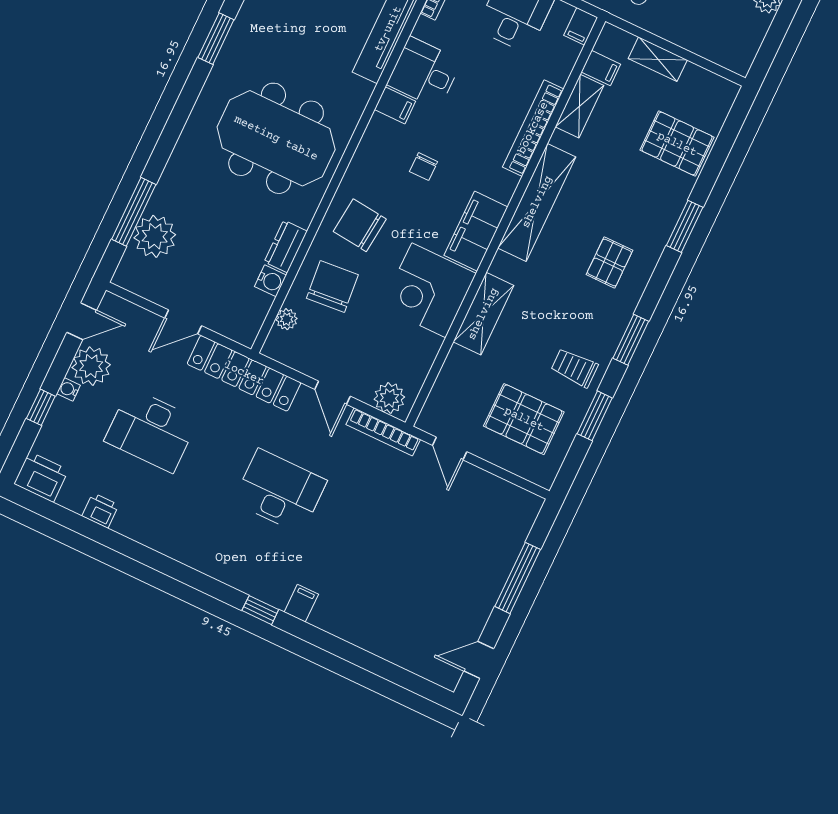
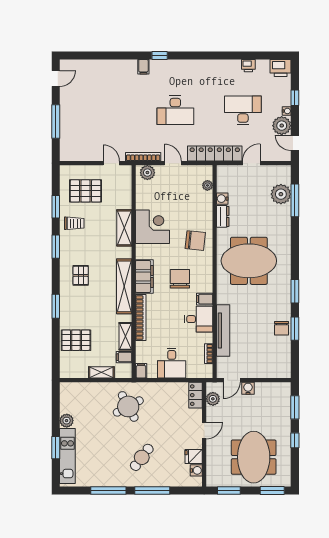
chair: (424, 167) -> (180, 279), width x1.87, depth x1.87
filing cabinet: (476, 231) -> (144, 276), moved
chair: (332, 287) -> (195, 209), removed
door: (82, 321) -> (295, 143), hinge flipped

